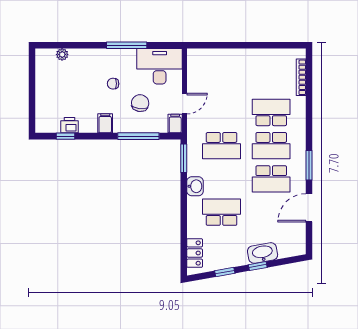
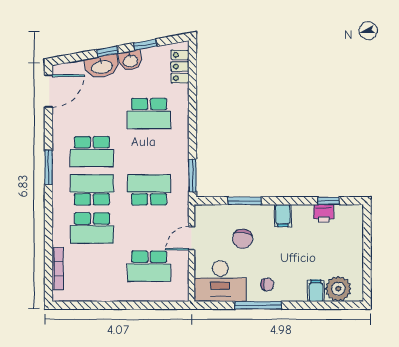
plant: (62, 54) -> (338, 289), width x1.88, depth x1.88
school desk: (222, 79) -> (149, 266), added
chair: (113, 84) -> (267, 284), moved
filing cabinet: (175, 124) -> (316, 291), moved, turned 180
window: (138, 136) -> (245, 201), width x0.69
school desk: (271, 179) -> (92, 152), turned 180
washbasin: (195, 186) -> (130, 60), moved, turned -100
door: (309, 208) -> (49, 91), moved

